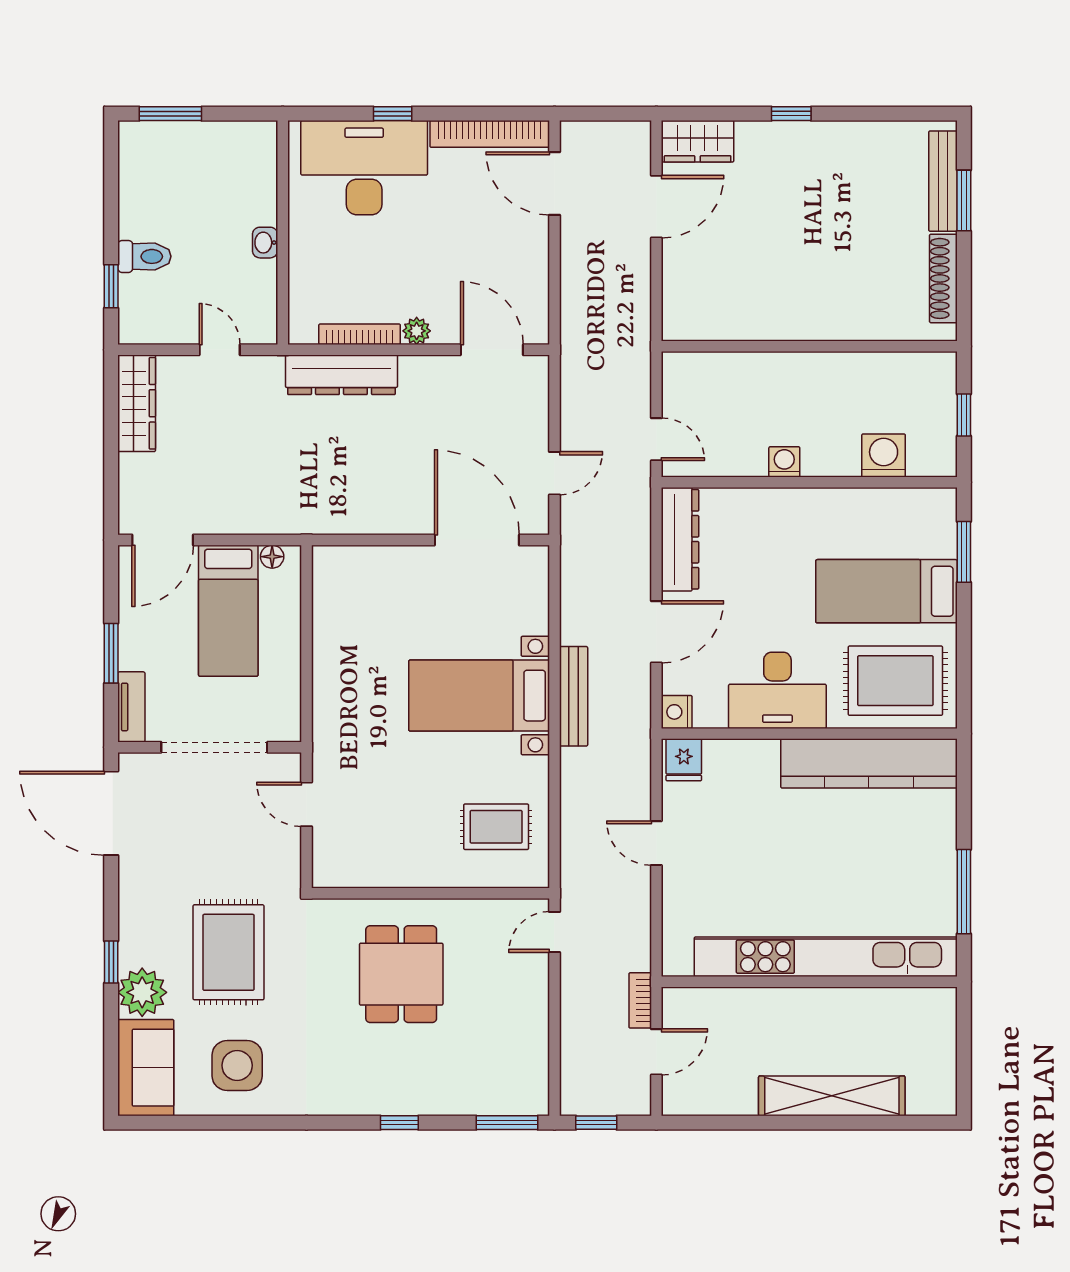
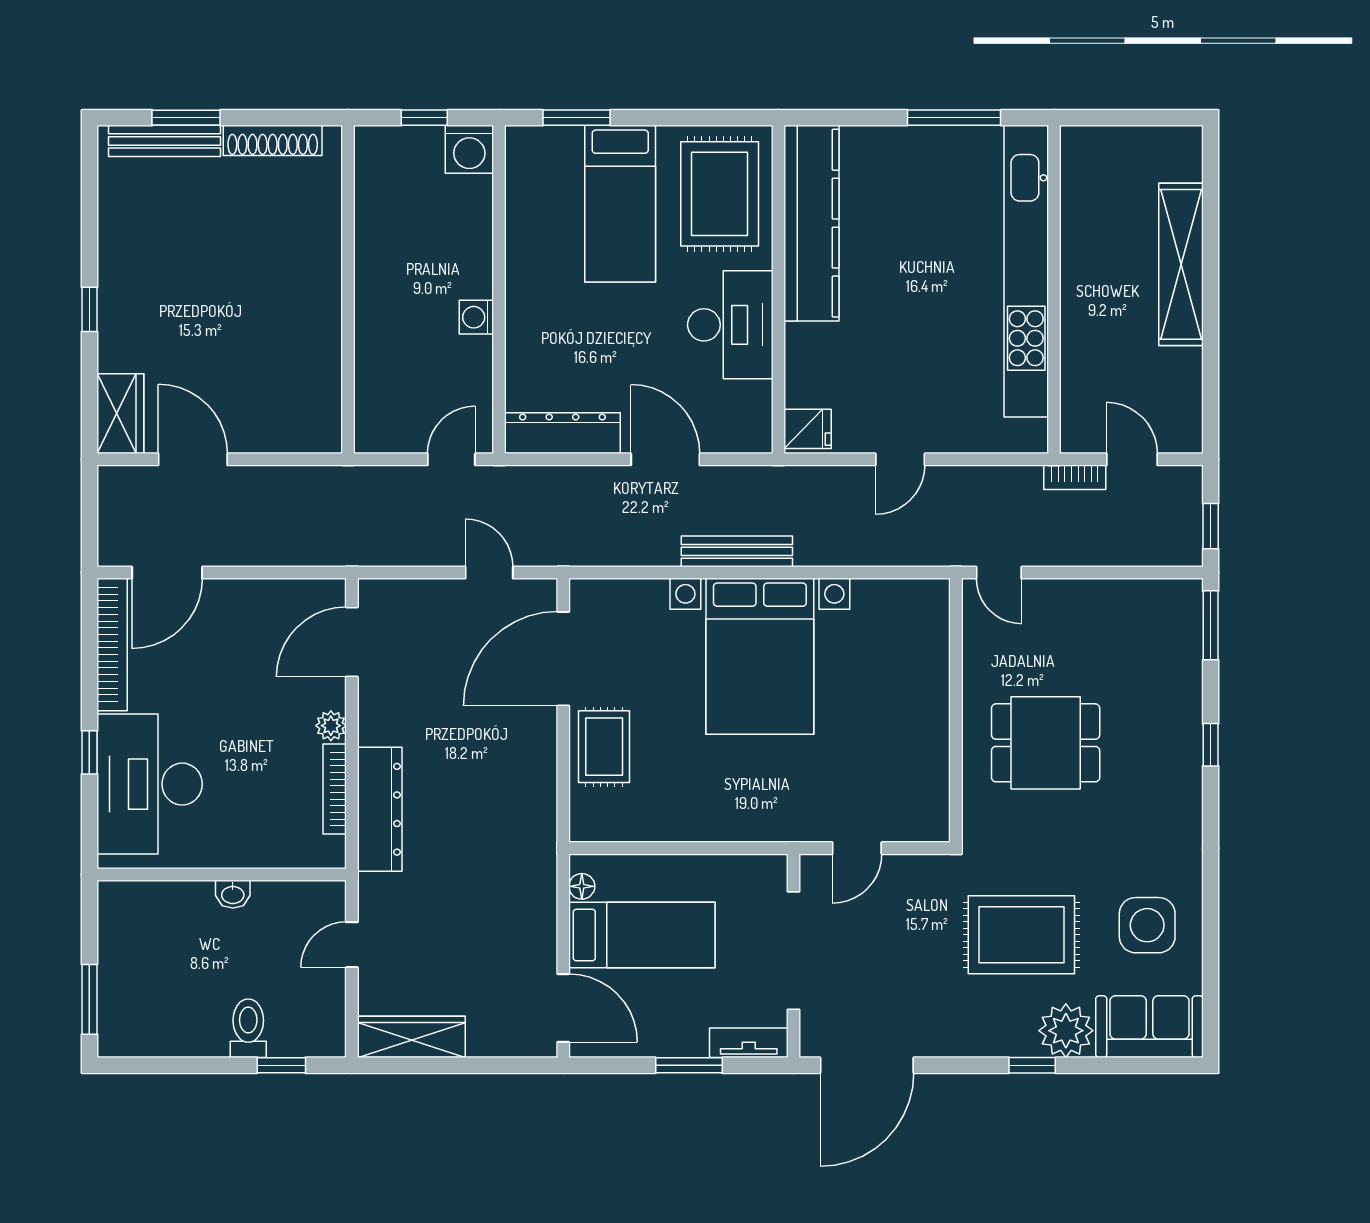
washing machine: (884, 455) -> (469, 149), moved, turned -90
bed with nightstands: (479, 696) -> (760, 656), width x1.36
nightstand: (677, 712) -> (754, 437), removed
rug: (496, 827) -> (604, 747), moved

